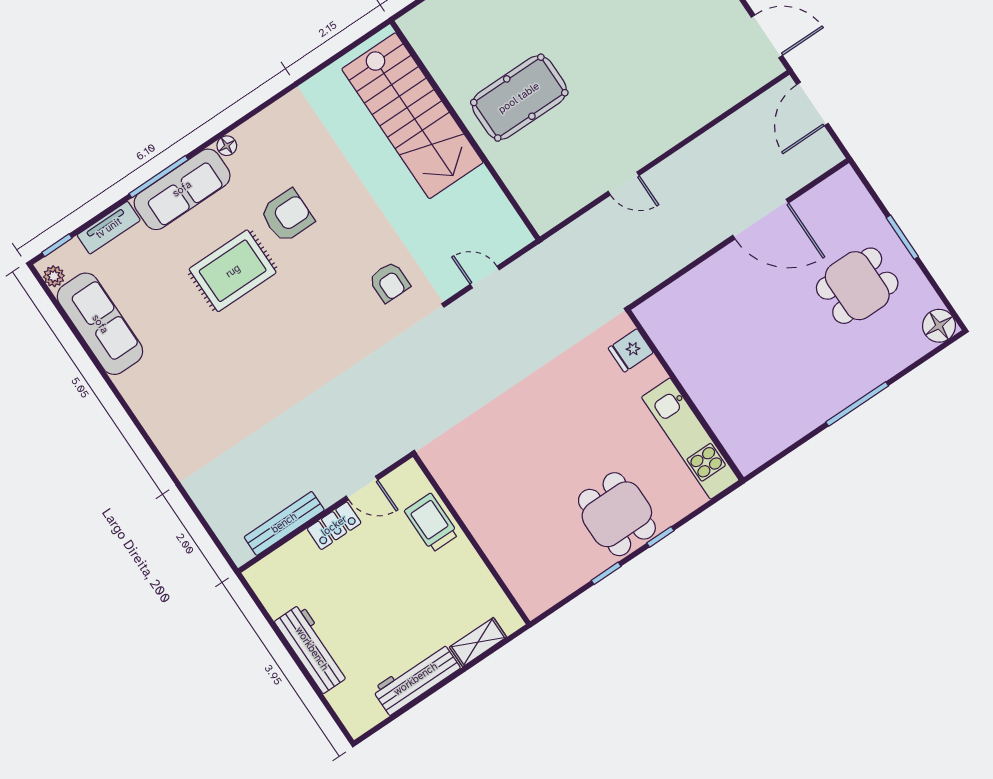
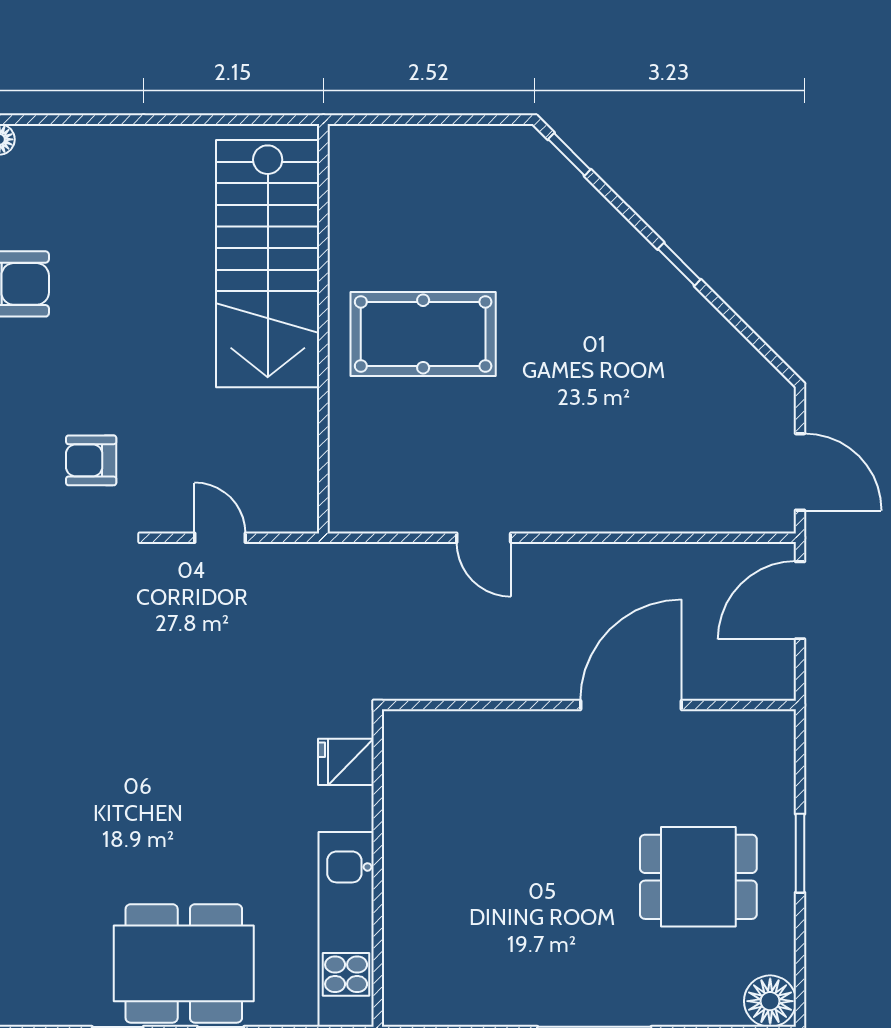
door: (761, 219) -> (631, 705), swing flipped
armchair: (389, 282) -> (91, 460), turned 90
dining table: (617, 514) -> (184, 963), width x1.38

